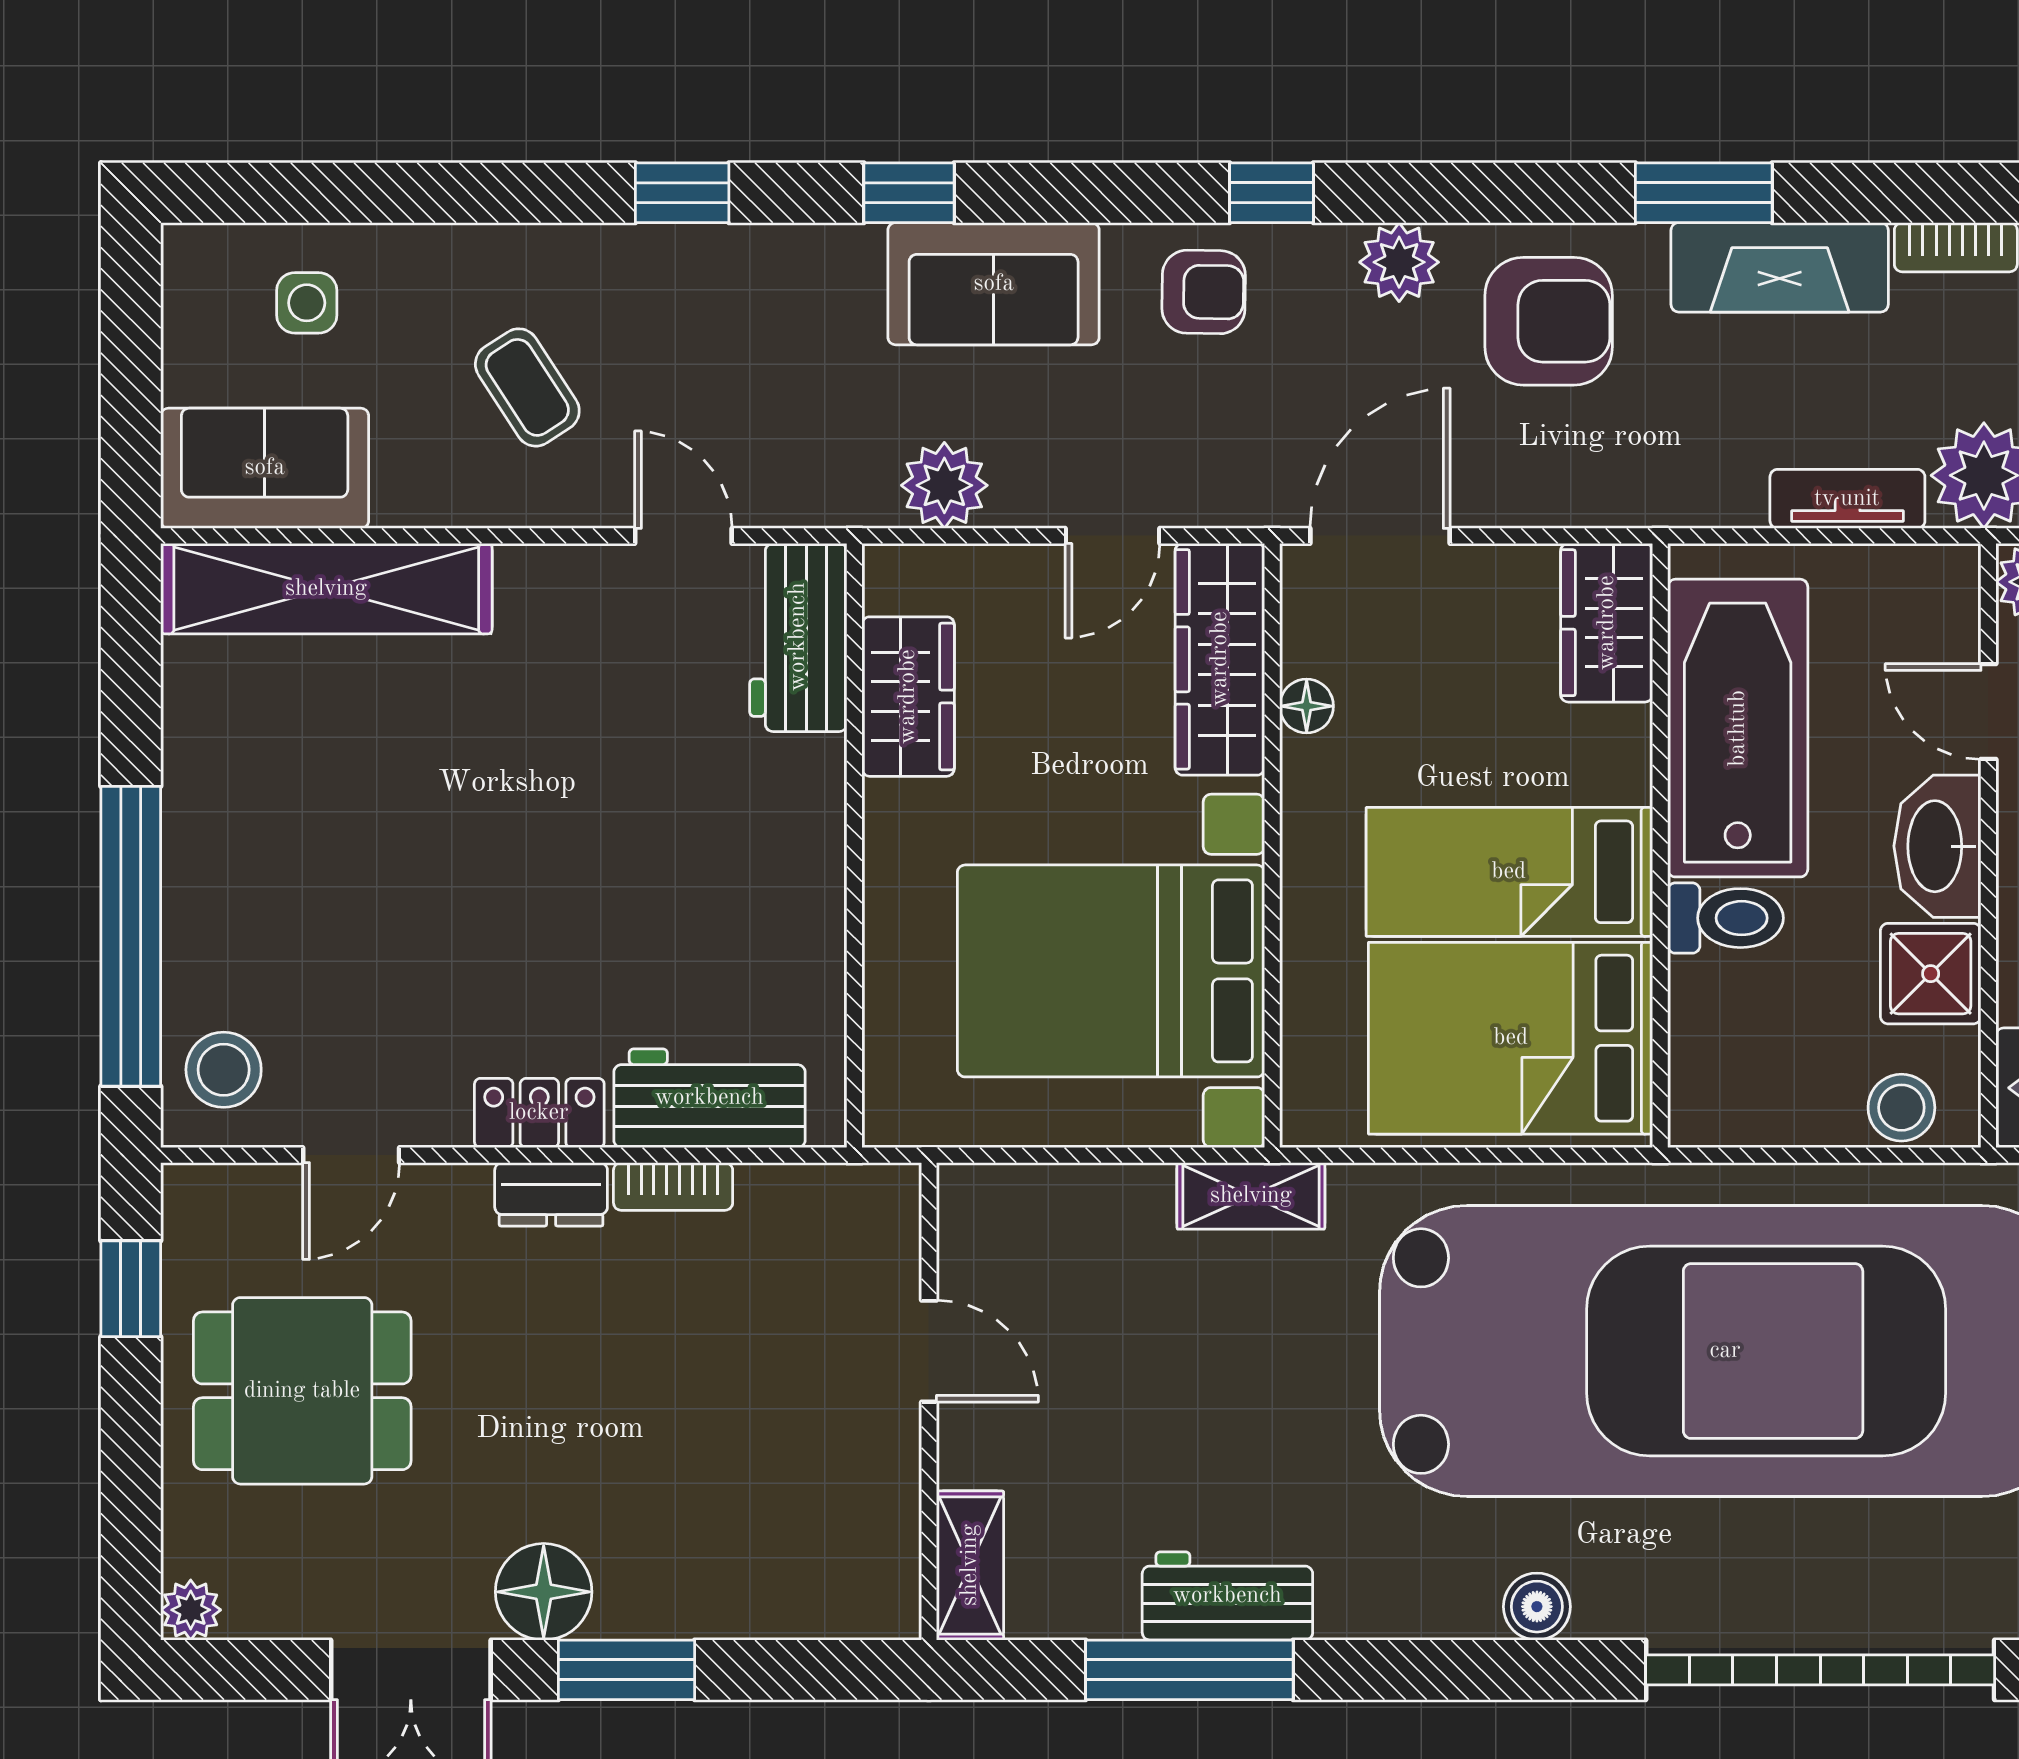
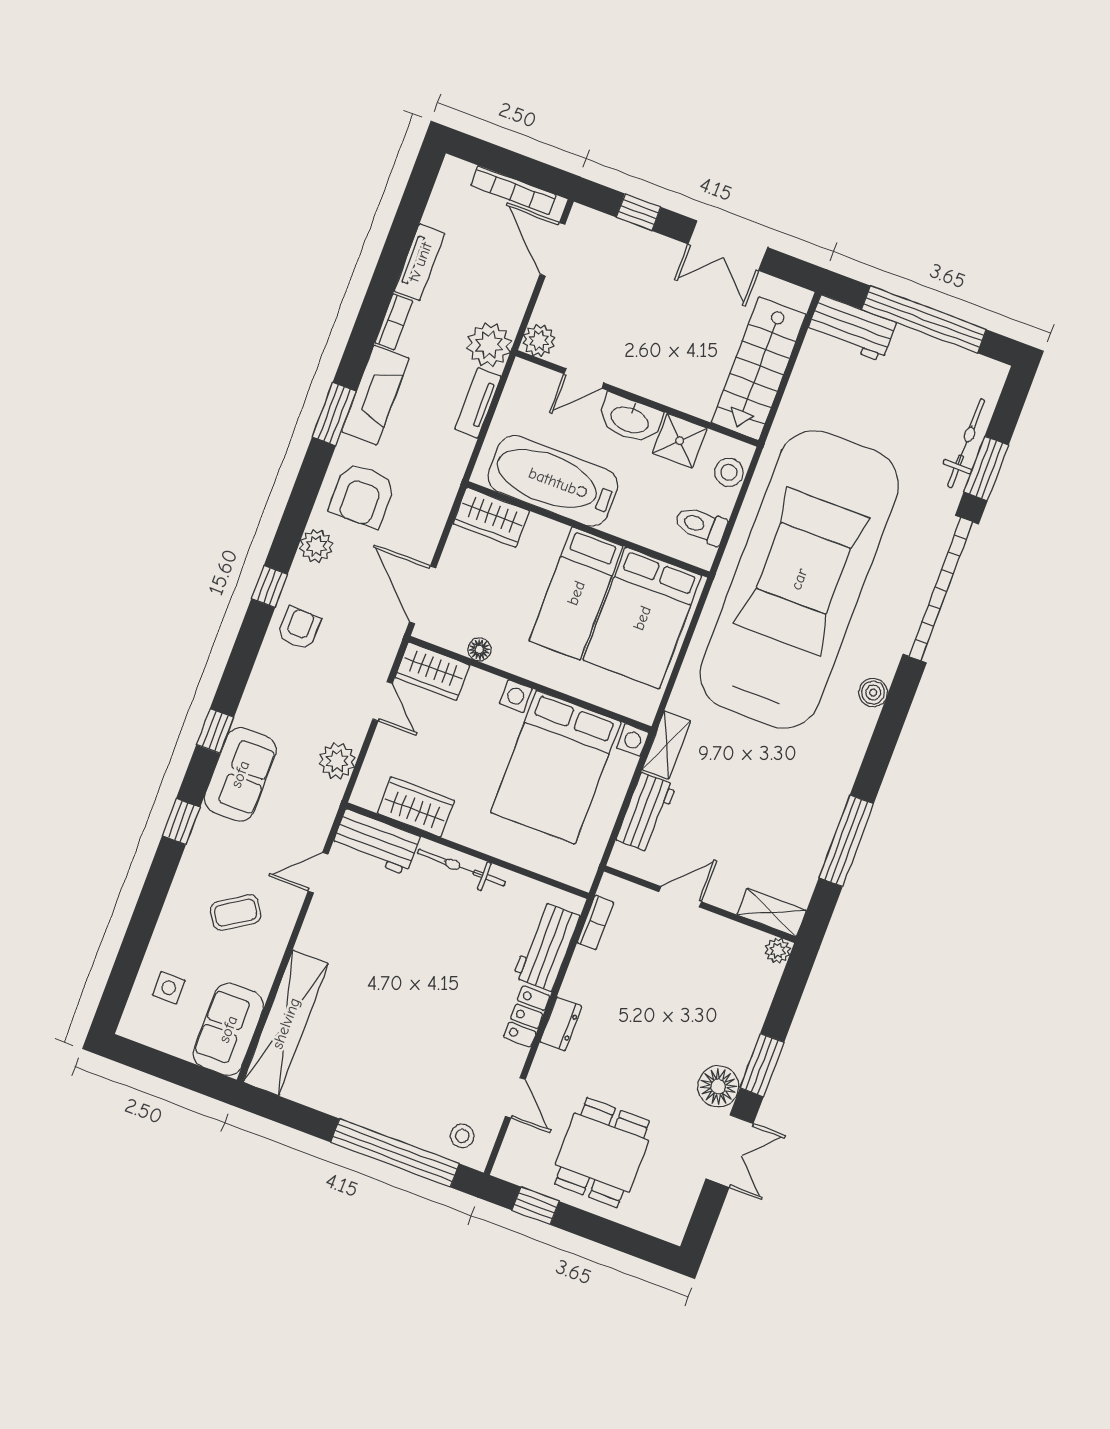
sofa: (994, 284) -> (240, 774), moved
armchair: (1549, 321) -> (362, 495), turned 180
wardrobe: (1220, 659) -> (432, 671), width x0.67
bicycle: (812, 846) -> (461, 868), added
toilet: (1725, 918) -> (701, 525), moved, turned -90
stool: (224, 1070) -> (462, 1136), width x0.73, depth x0.73
bookcase: (673, 1186) -> (595, 923), moved
workbench: (1227, 1596) -> (646, 813), moved, turned 180
plant: (191, 1610) -> (778, 951), moved

